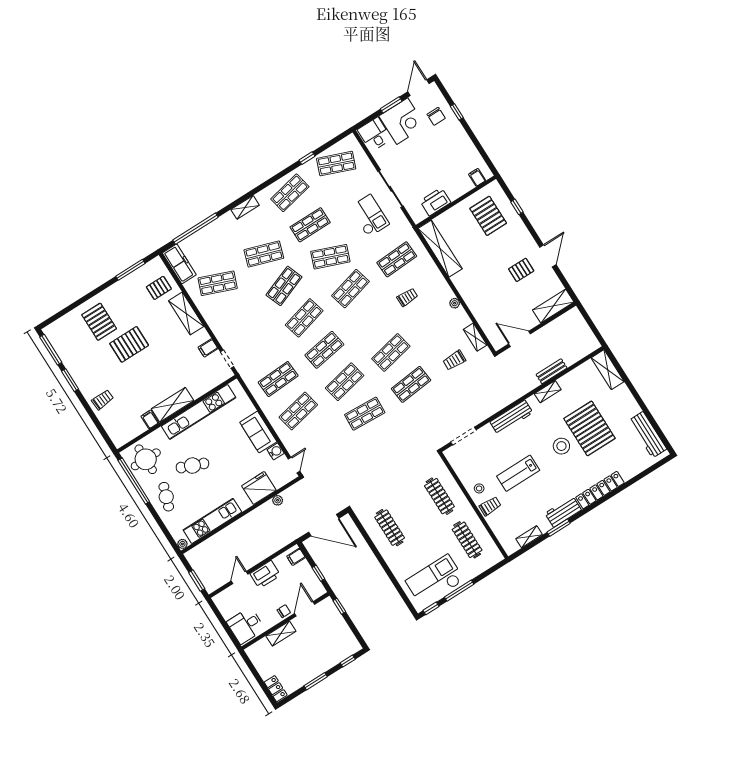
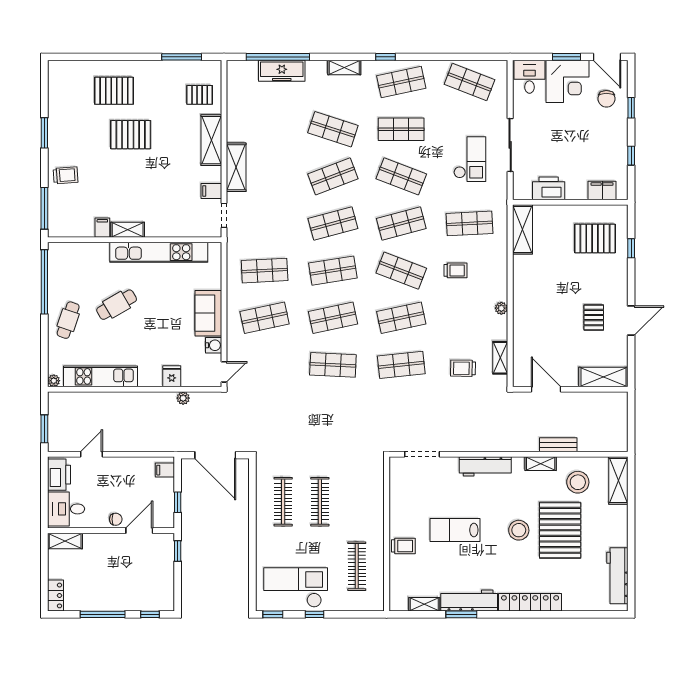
door: (419, 88) -> (607, 57), swing flipped
window: (477, 144) -> (631, 156), added
window: (307, 158) -> (385, 57), moved
filing cabinet: (477, 177) -> (602, 191), width x2.00
pallet: (488, 216) -> (595, 238), turned 90
shelving: (440, 249) -> (522, 229), width x0.68
freezer: (179, 264) -> (282, 71), moved, turned 90
pallet: (521, 270) -> (594, 318), turned 90
shop shelf: (218, 283) -> (401, 271), moved
shelving: (215, 321) -> (236, 167), added
pallet: (99, 322) -> (114, 91), turned 90
window: (51, 350) -> (44, 208), moved
shelving: (172, 405) -> (128, 230), width x0.67, depth x0.75
round table: (146, 459) -> (71, 267), removed
cafe table: (192, 466) -> (117, 305), turned -52
fridge: (259, 488) -> (172, 376), width x0.53, depth x0.75
stool: (479, 488) -> (578, 482), moved, width x1.89, depth x1.89
clothes rail: (439, 496) -> (320, 502), moved
workbench: (563, 512) -> (469, 601), width x1.38
printer: (265, 574) -> (59, 475), moved, turned -90
window: (459, 591) -> (314, 614), width x0.46
shelving: (281, 634) -> (65, 541), moved
window: (316, 681) -> (103, 614), width x1.44

